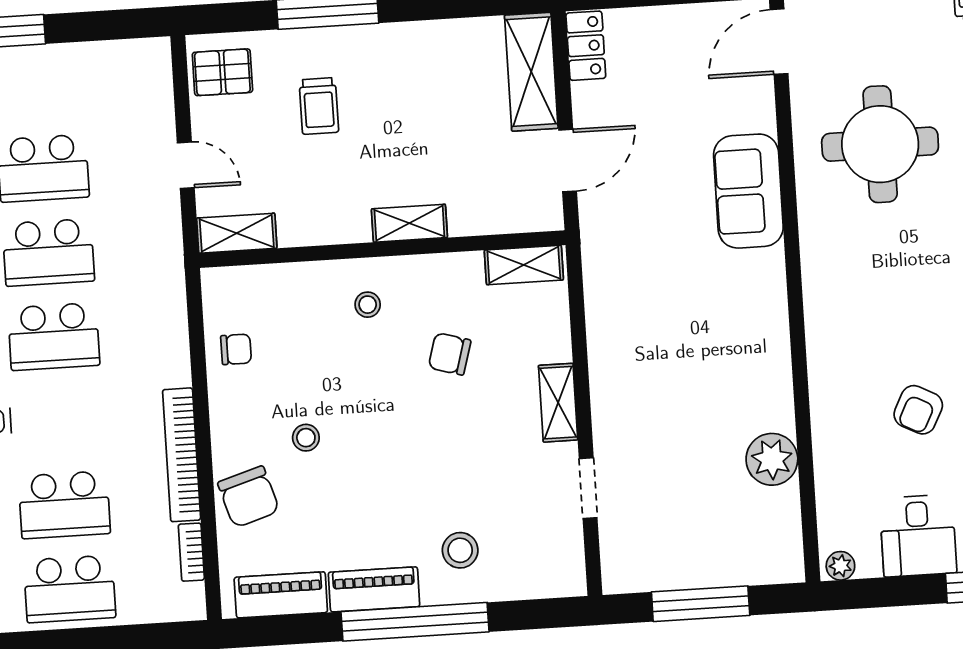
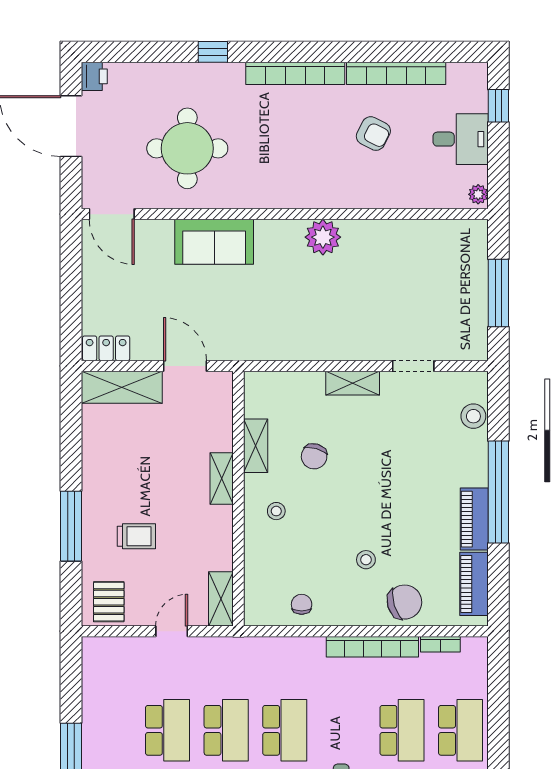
shelving: (524, 265) -> (256, 446), moved
plant: (772, 459) -> (323, 237), moved
stool: (460, 550) -> (473, 416), moved

